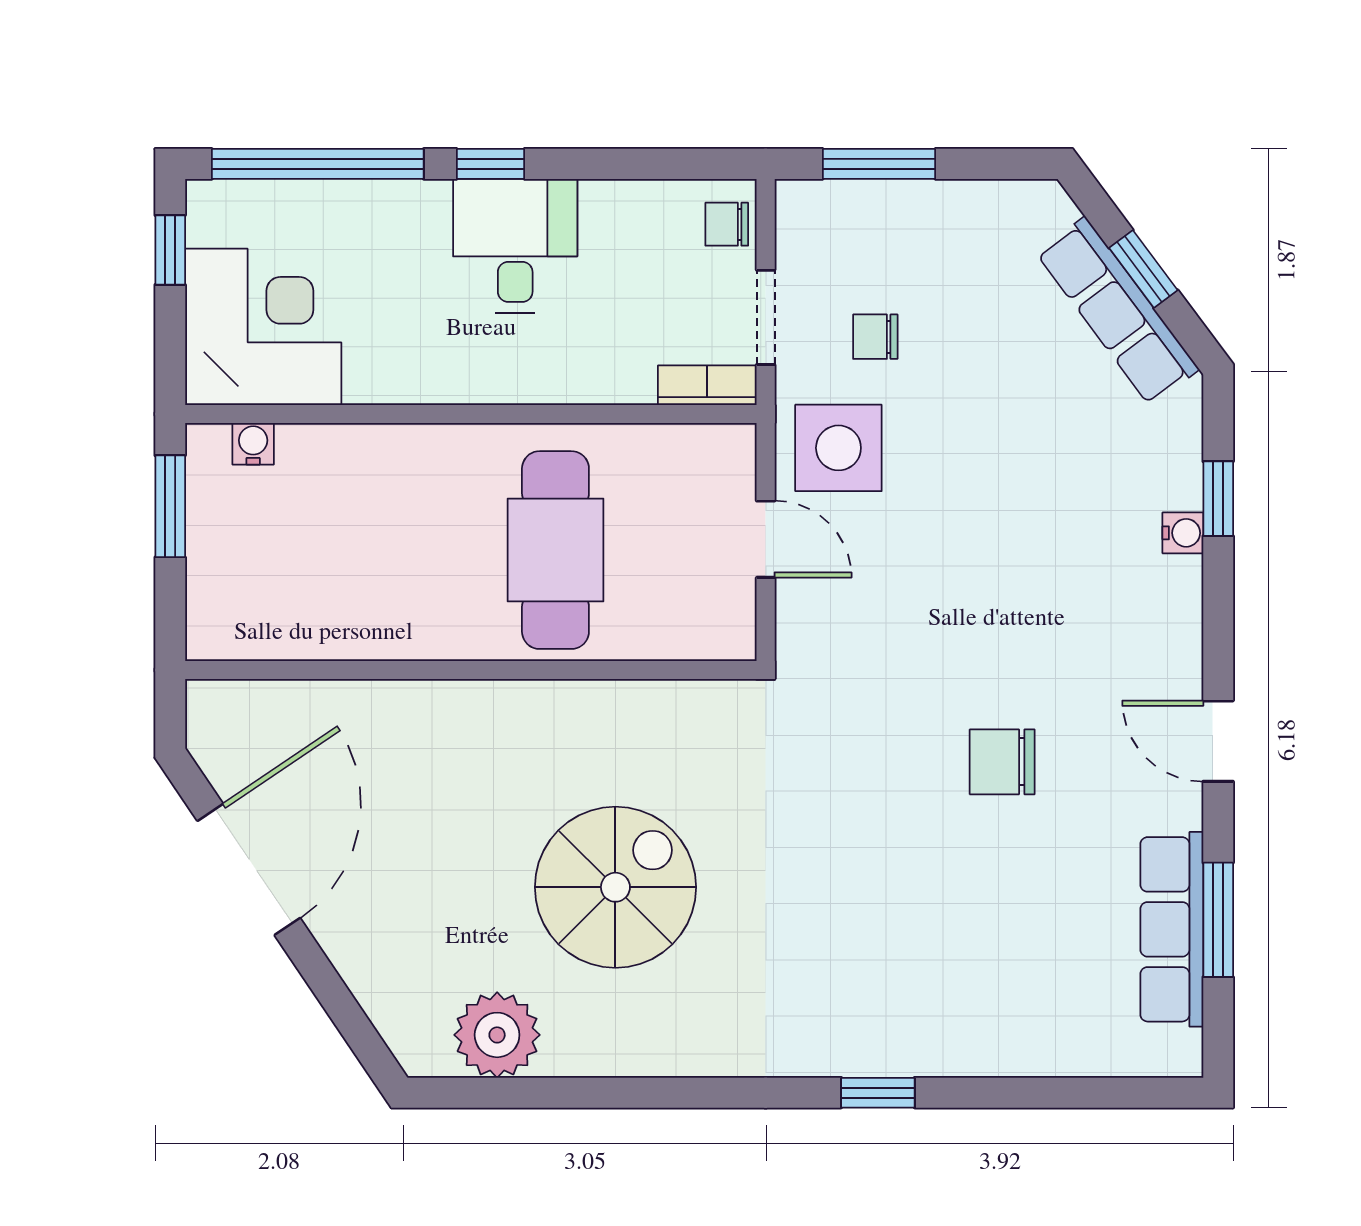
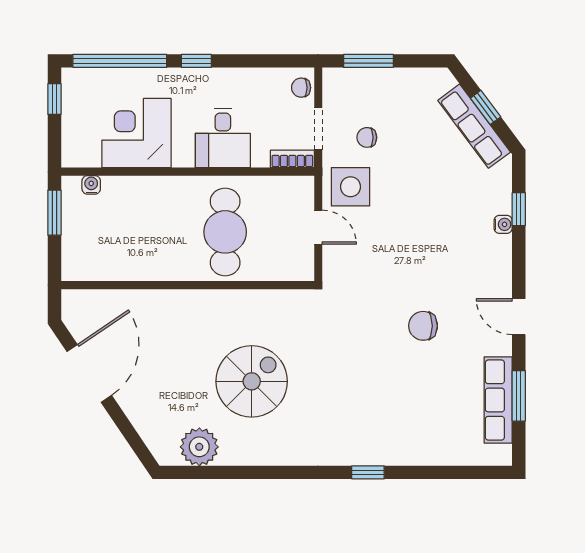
desk: (515, 246) -> (223, 138), moved, turned 180
corner desk: (263, 327) -> (137, 133), moved, turned -90

